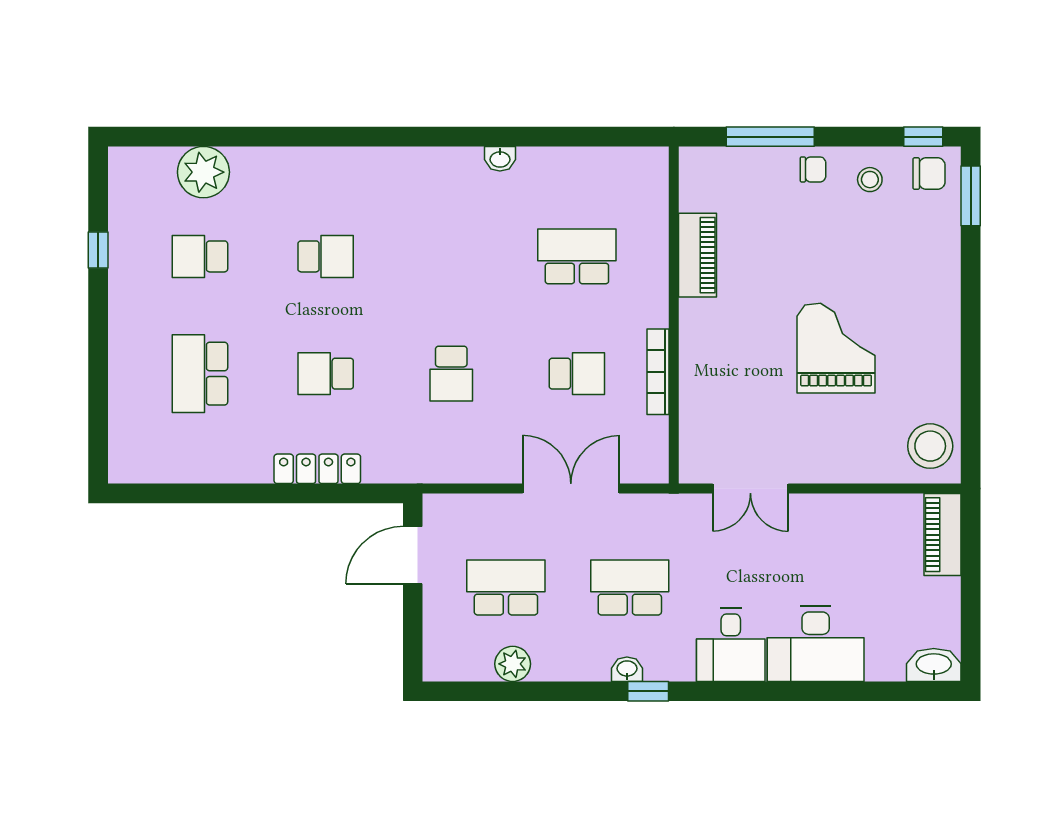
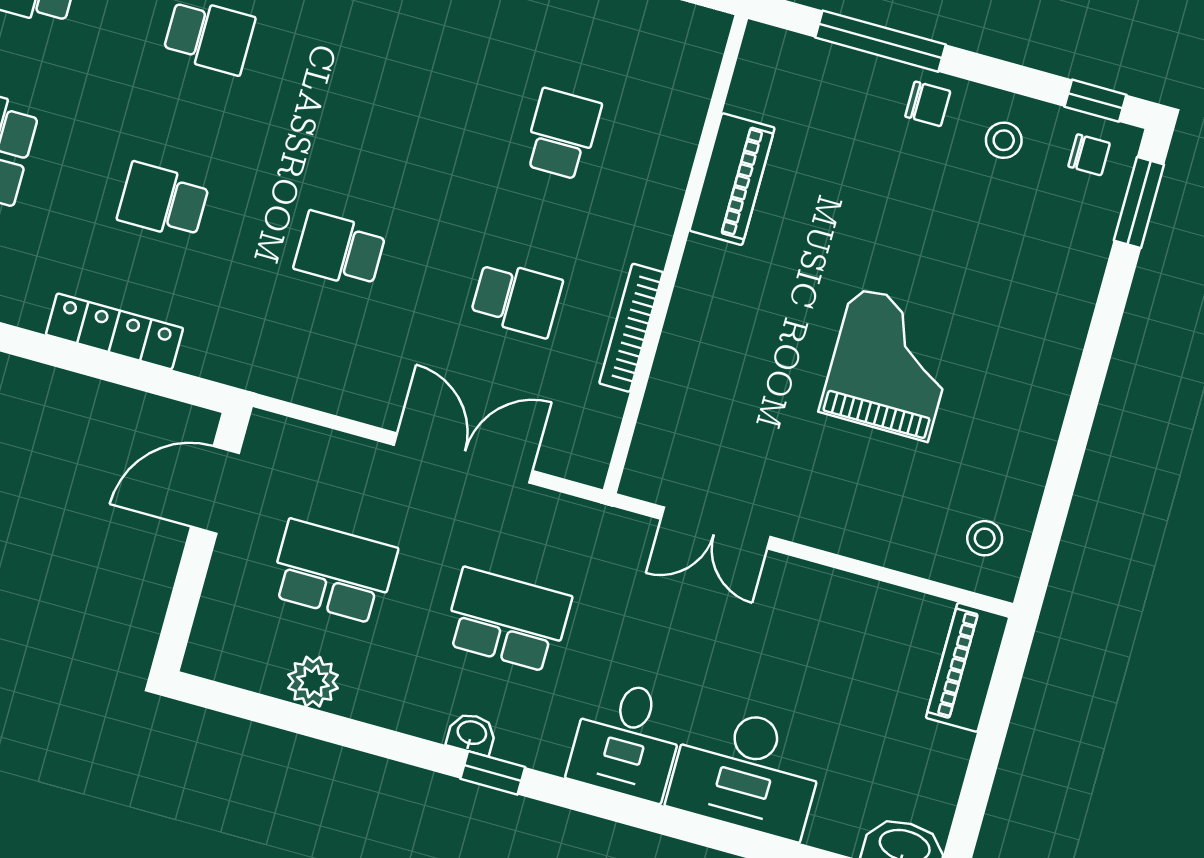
chair: (929, 174) -> (1089, 155), width x0.73, depth x0.73
school desk: (577, 256) -> (562, 134), width x0.54
school desk: (451, 374) -> (340, 250), turned 90
stool: (930, 446) -> (985, 538), width x0.53, depth x0.53

